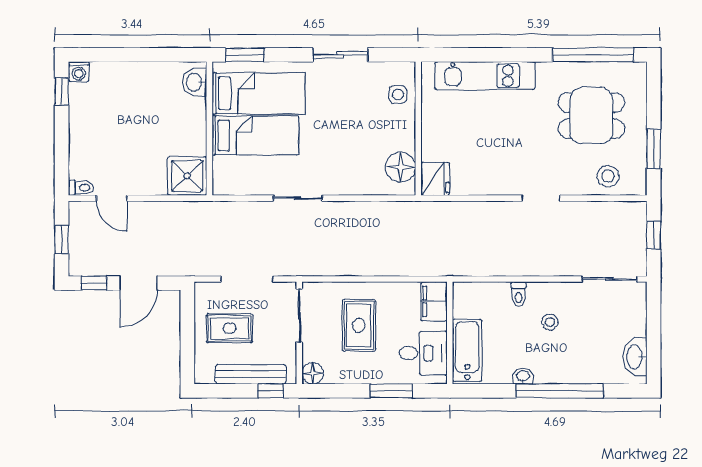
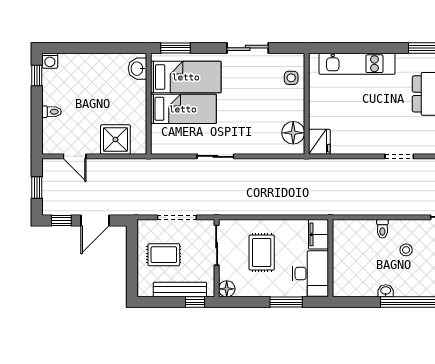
shower: (187, 176) -> (115, 139), moved
toilet: (81, 188) -> (52, 112), moved
bathtub: (467, 350) -> (344, 271), removed
desk: (423, 353) -> (310, 274), width x1.37

